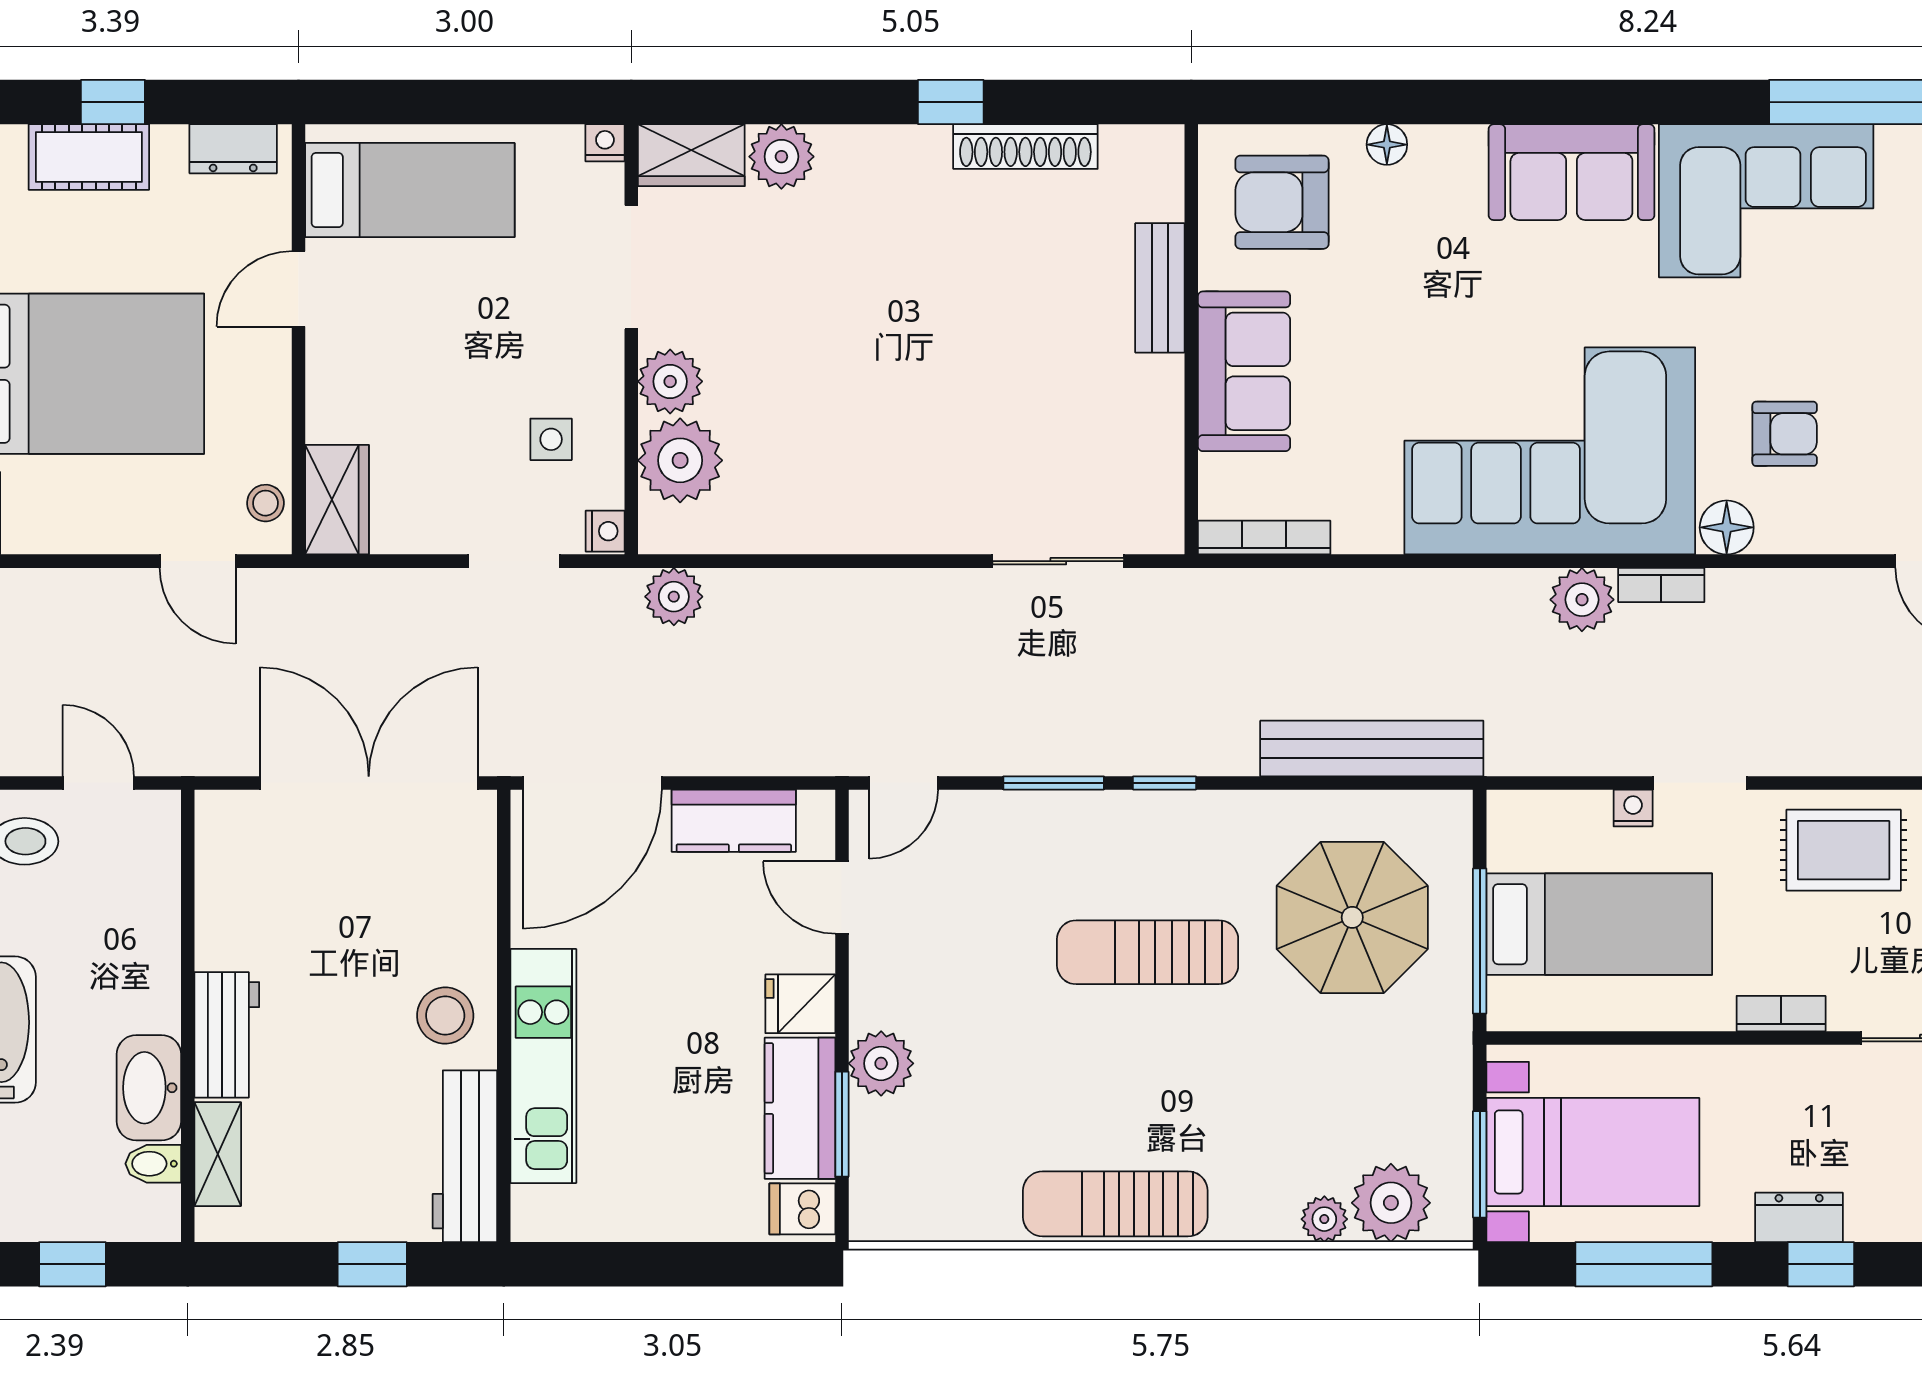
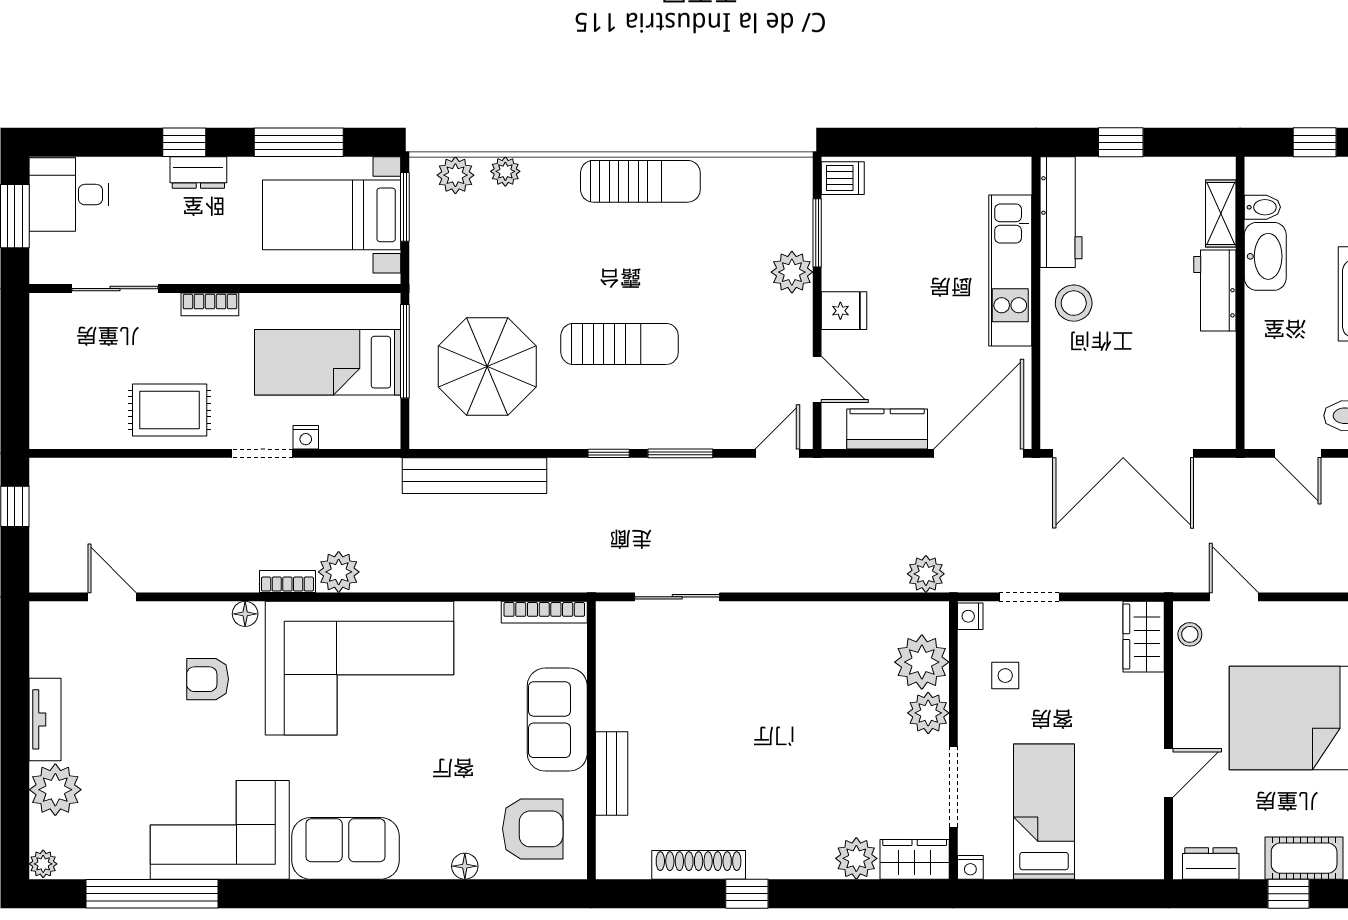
bed: (410, 190) -> (1044, 812), moved, turned 90
floor lamp: (1727, 527) -> (245, 614), width x0.73, depth x0.73
kitchen counter: (800, 1108) -> (844, 243), removed
plant: (1391, 1203) -> (455, 175), width x0.73, depth x0.73

